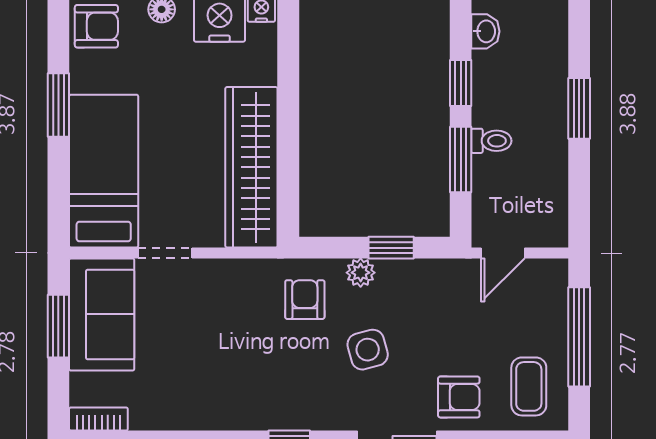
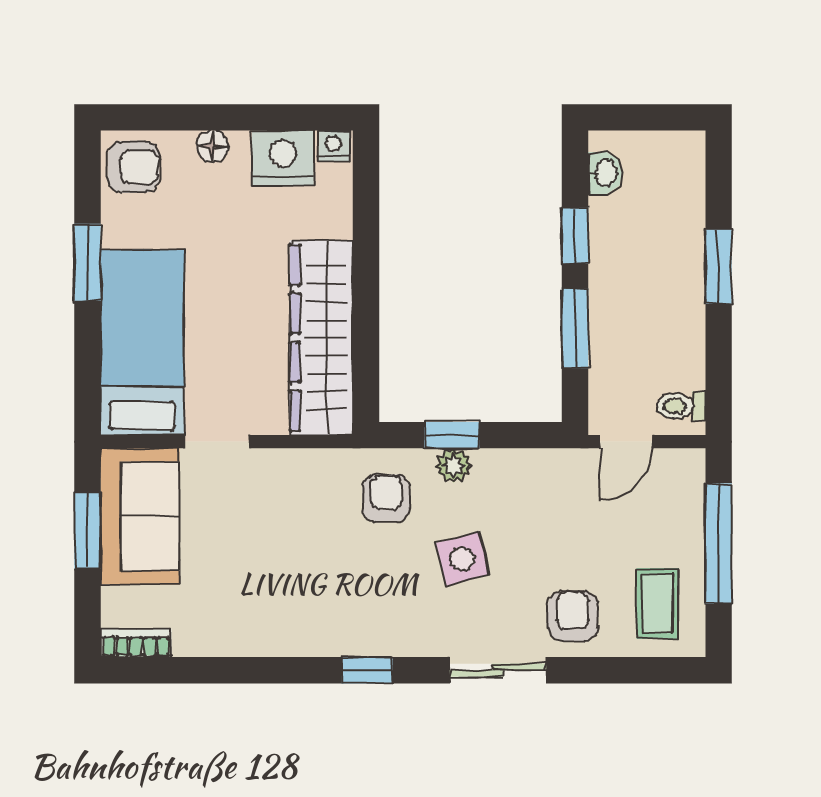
toilet: (491, 141) -> (681, 406), moved, turned 180
window: (391, 248) -> (452, 435), moved
armchair: (459, 397) -> (573, 616), turned -90

